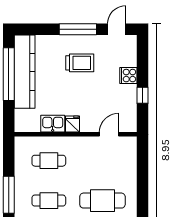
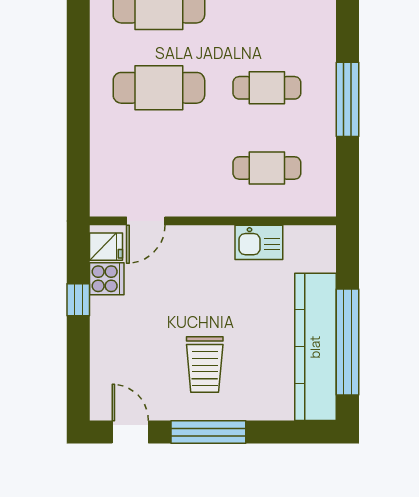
door: (117, 29) -> (130, 432), swing flipped
trolley: (80, 63) -> (205, 365), turned -90
cooker: (128, 76) -> (107, 279), moved
fridge: (72, 124) -> (106, 247), moved, turned -90

